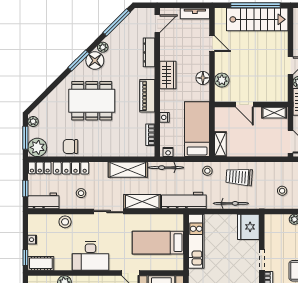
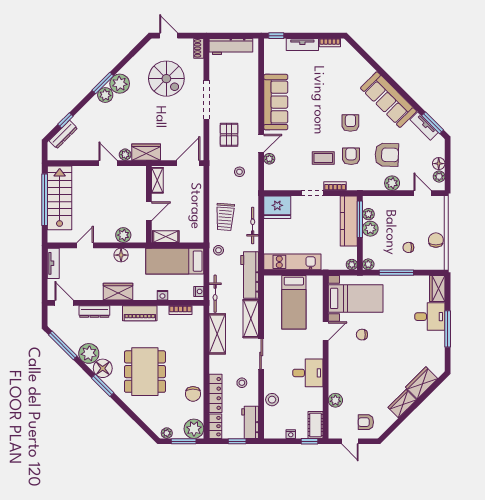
plant: (103, 47) -> (89, 353), width x1.88, depth x1.88
shelving: (220, 144) -> (166, 237), moved
desk: (90, 256) -> (308, 373), width x0.73

